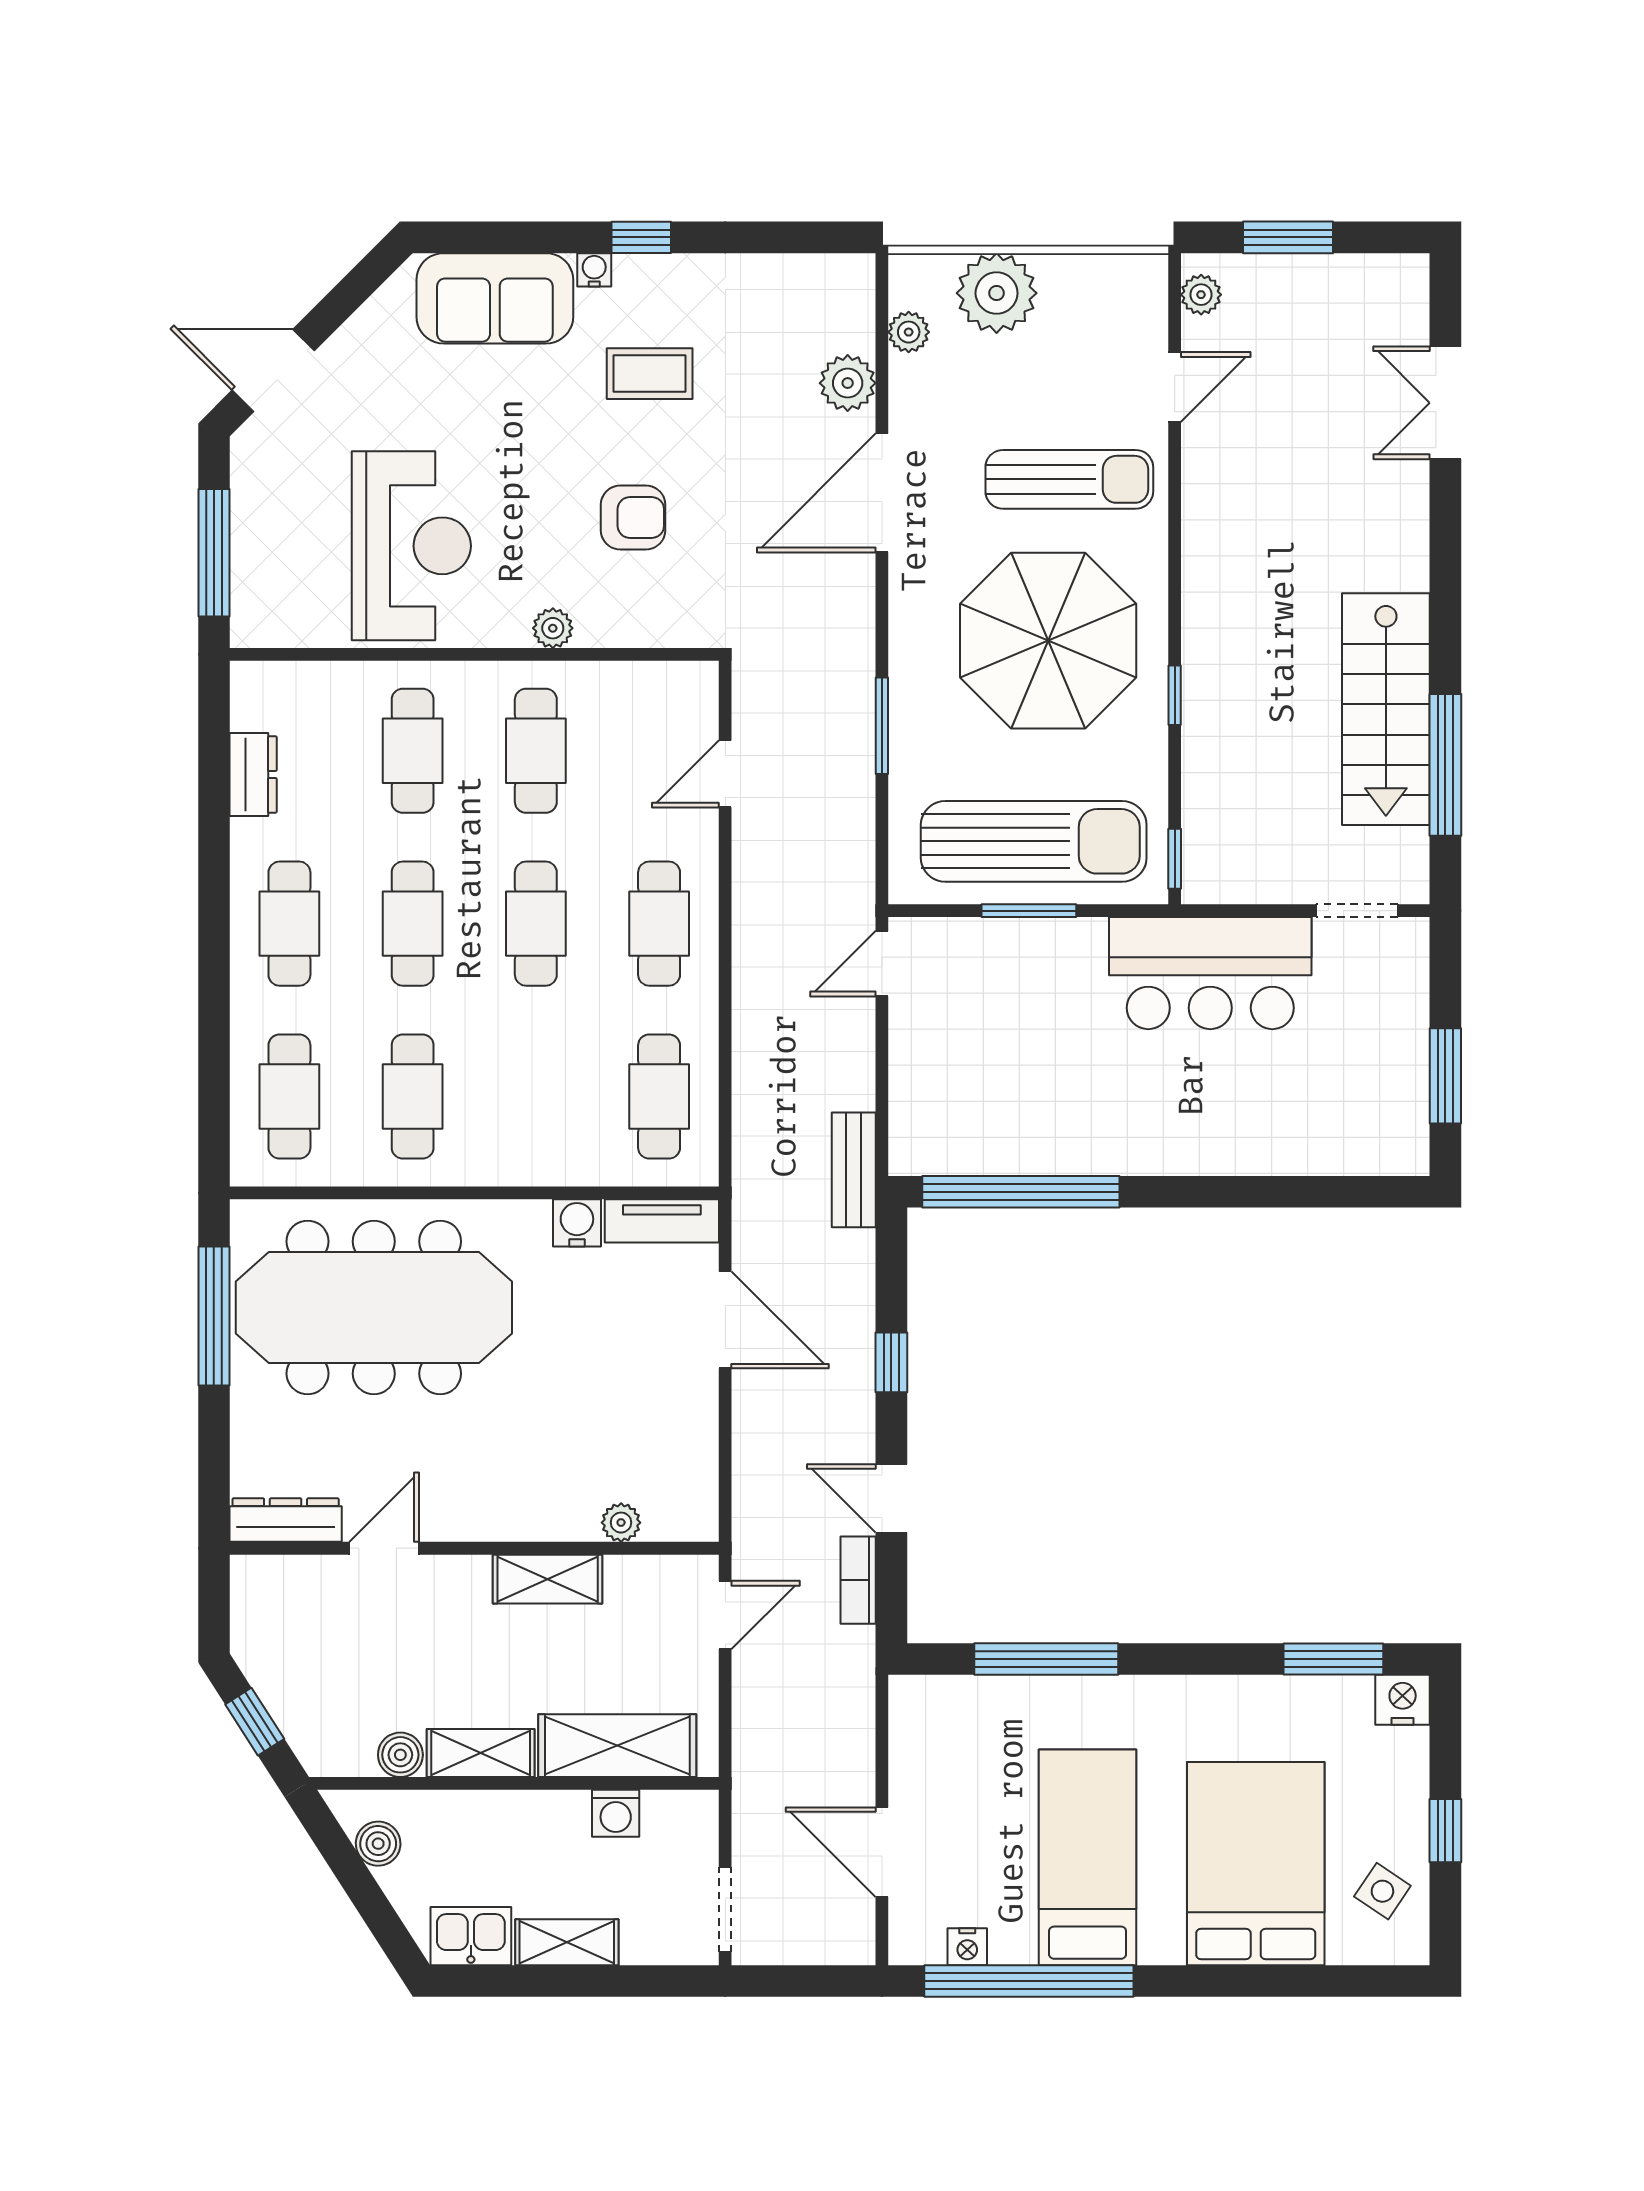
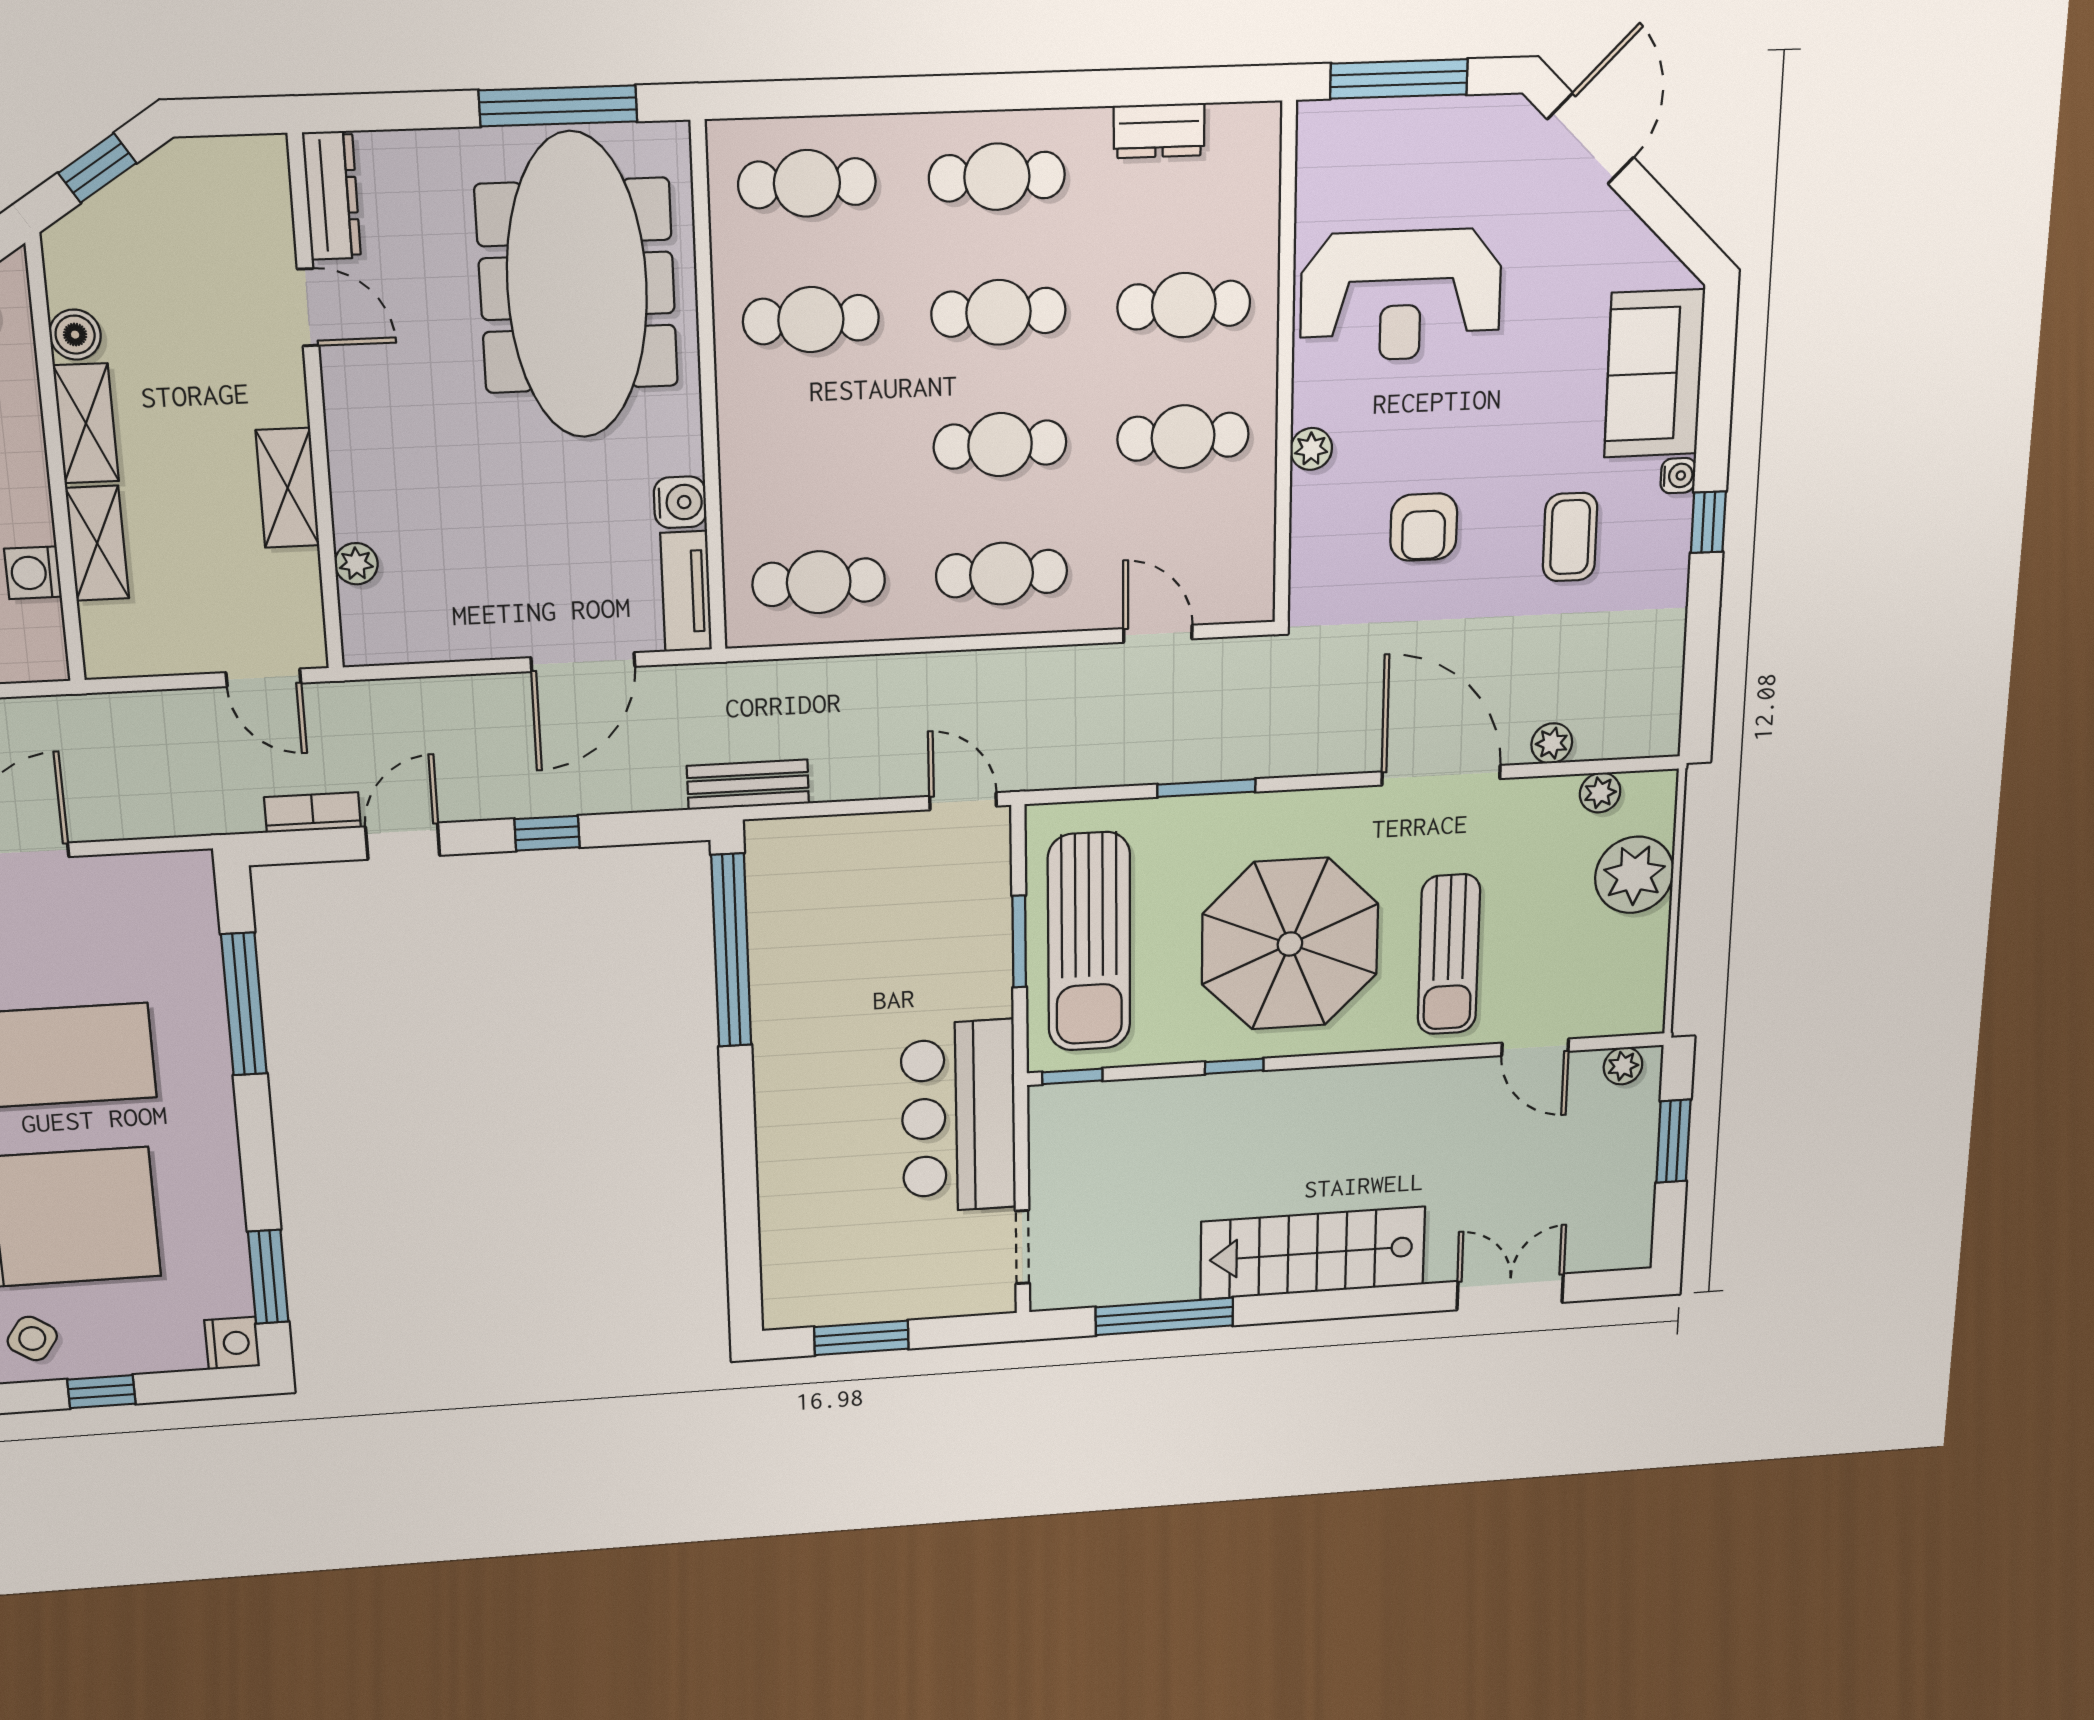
plant: (848, 383) -> (1552, 743), width x0.73, depth x0.73
stairs: (1386, 709) -> (1313, 1253), moved
shelving: (617, 1746) -> (97, 543), width x0.67, depth x0.75

